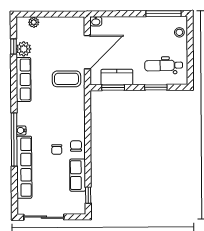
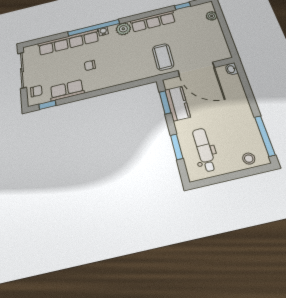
plant: (24, 49) -> (123, 29), moved
chair: (76, 146) -> (36, 91), moved

